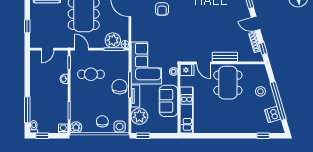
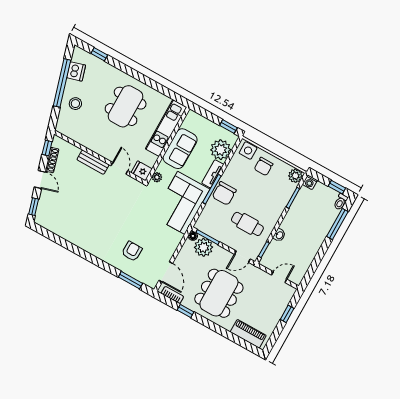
door: (82, 49) -> (242, 257), hinge flipped
dining table: (228, 83) -> (126, 106), moved

